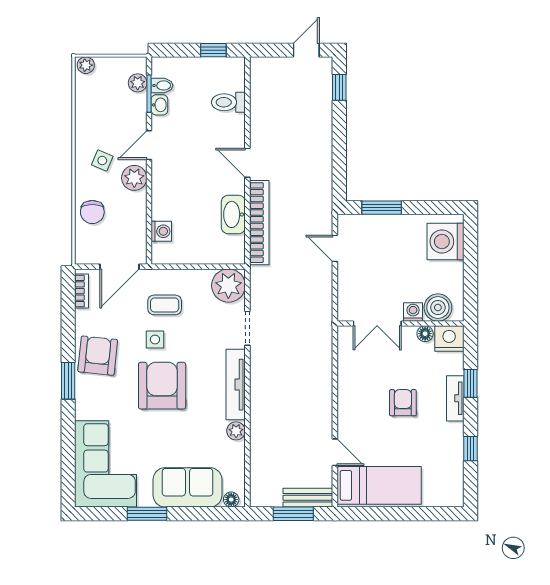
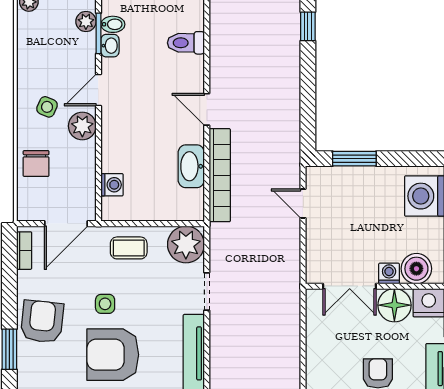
coffee table: (165, 305) -> (129, 248), moved
floor lamp: (425, 334) -> (394, 305), width x1.89, depth x1.89
armchair: (162, 386) -> (113, 355), turned -90

